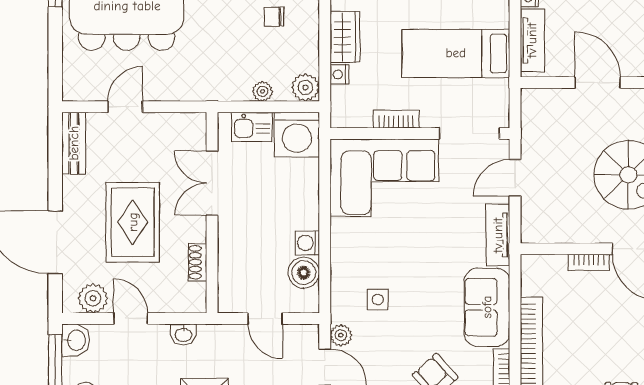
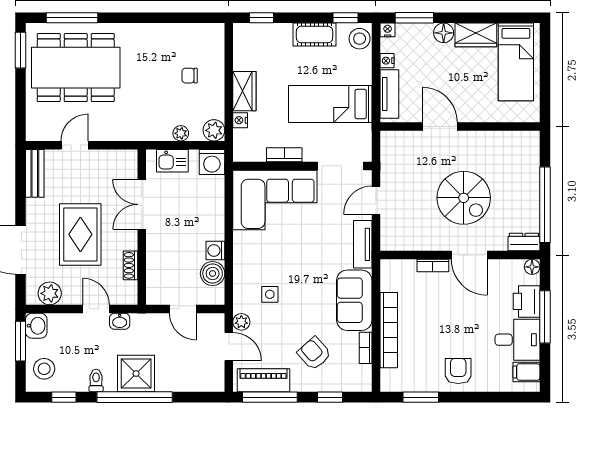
washing machine: (297, 135) -> (212, 162), width x0.73, depth x0.73
door: (131, 319) -> (96, 309), moved

